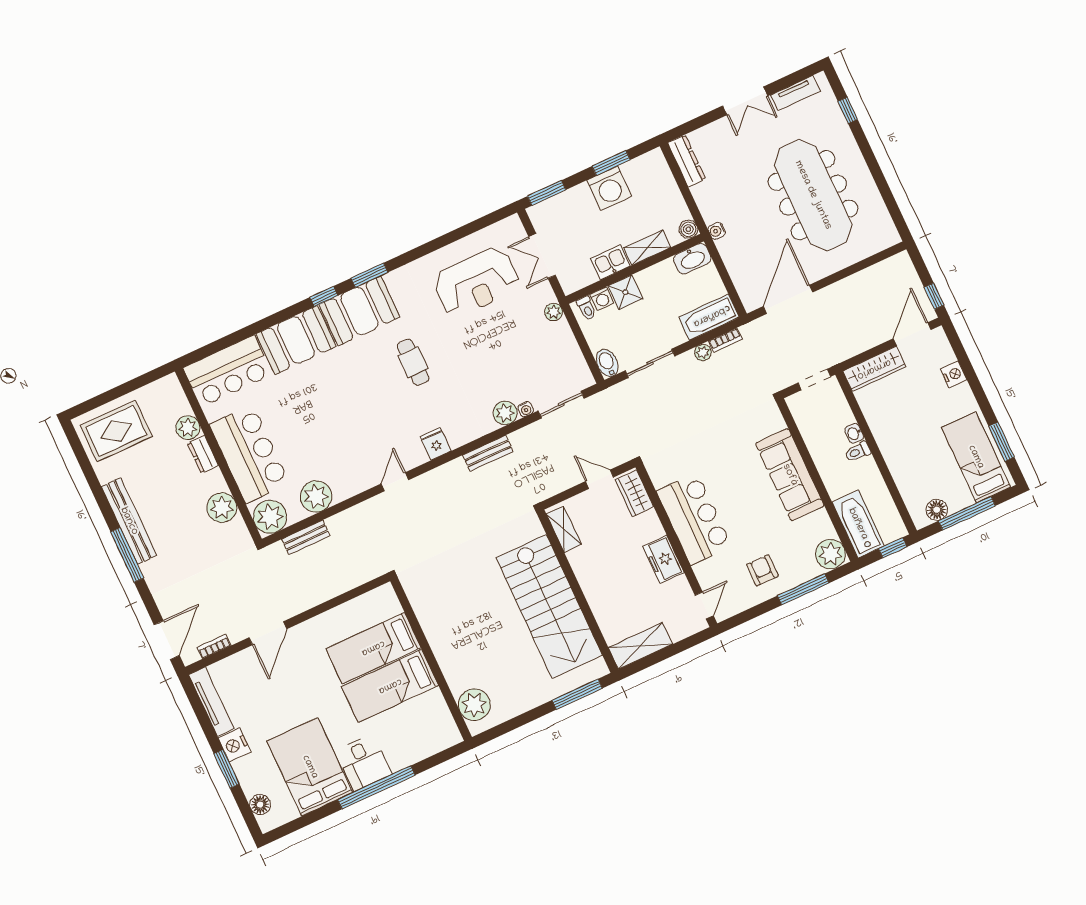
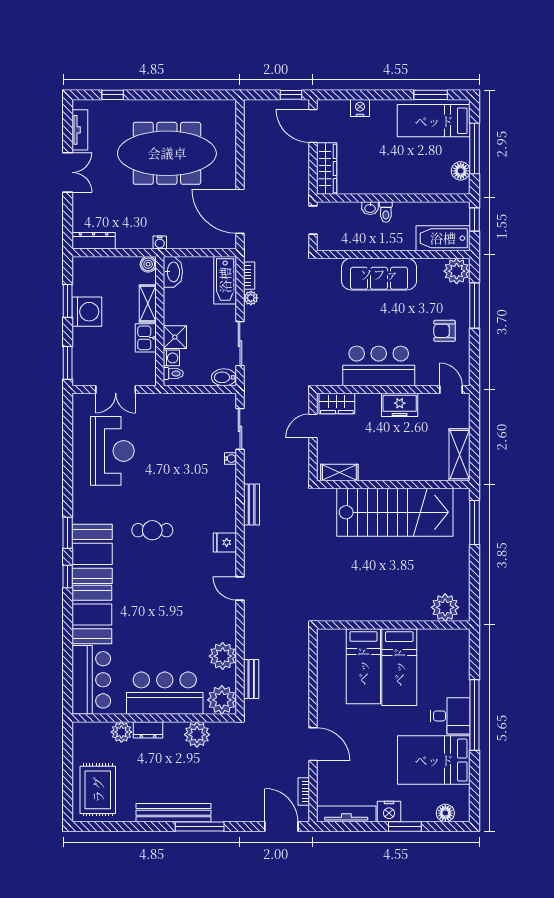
plant: (554, 312) -> (164, 401), removed
plant: (505, 413) -> (226, 476), removed

